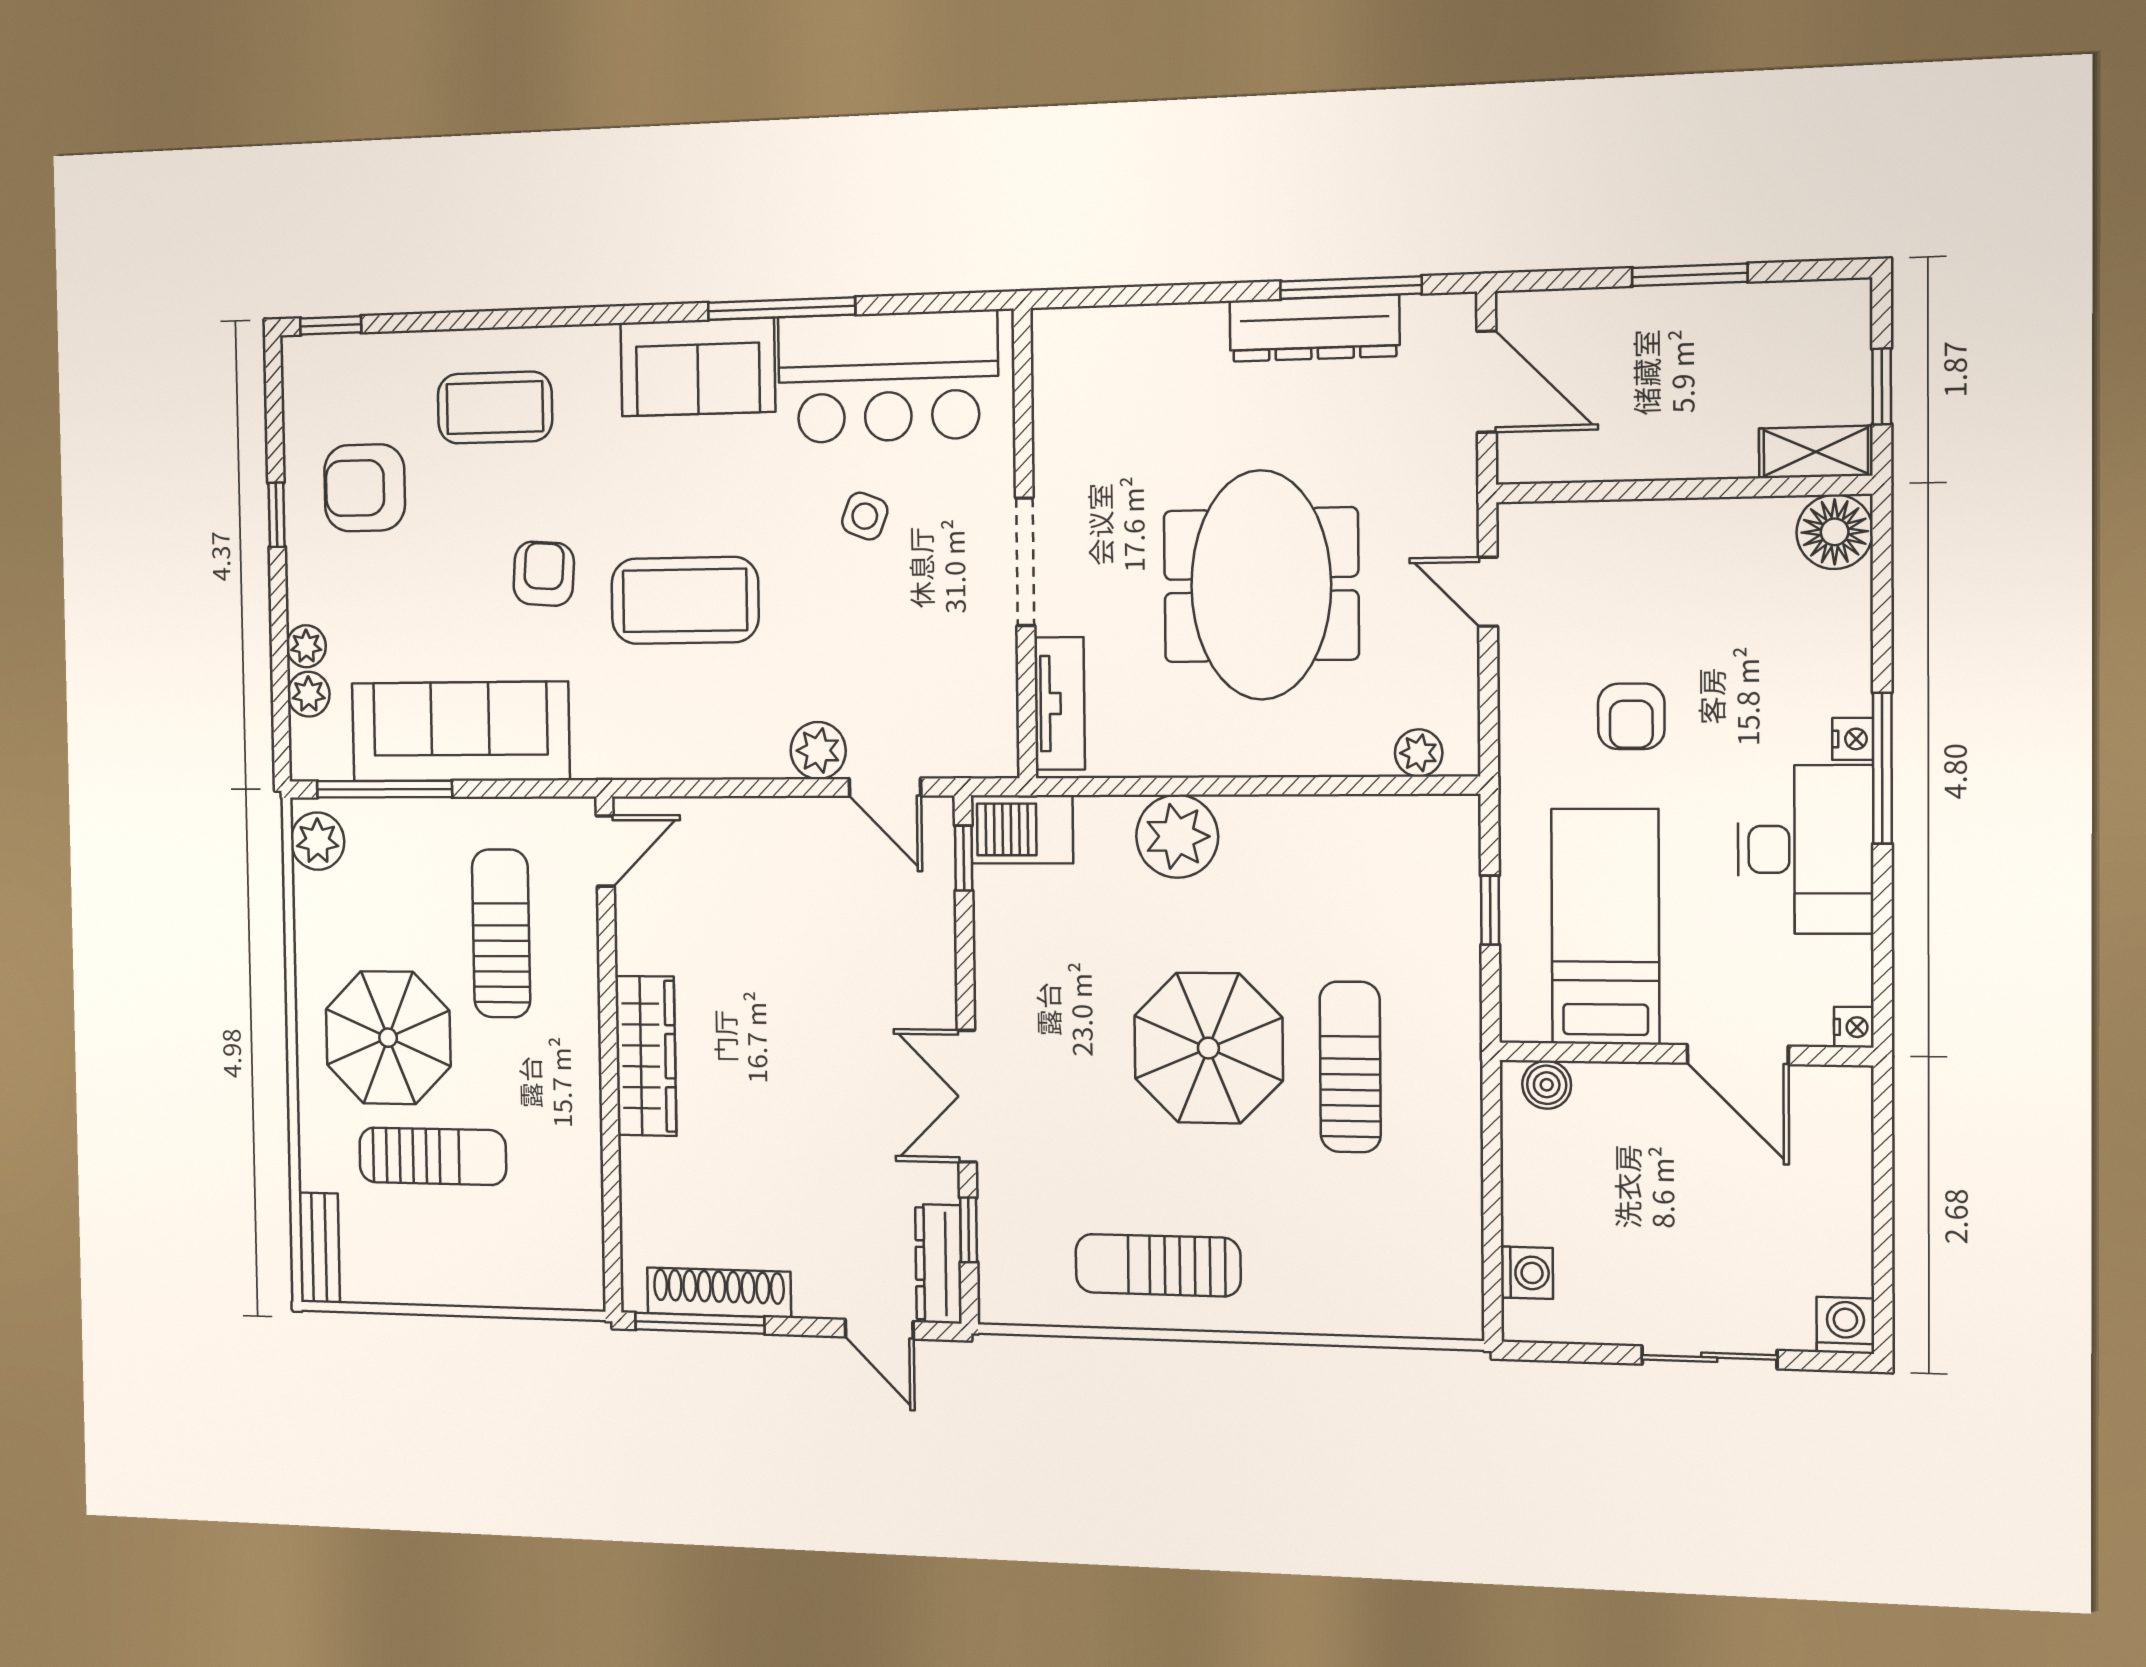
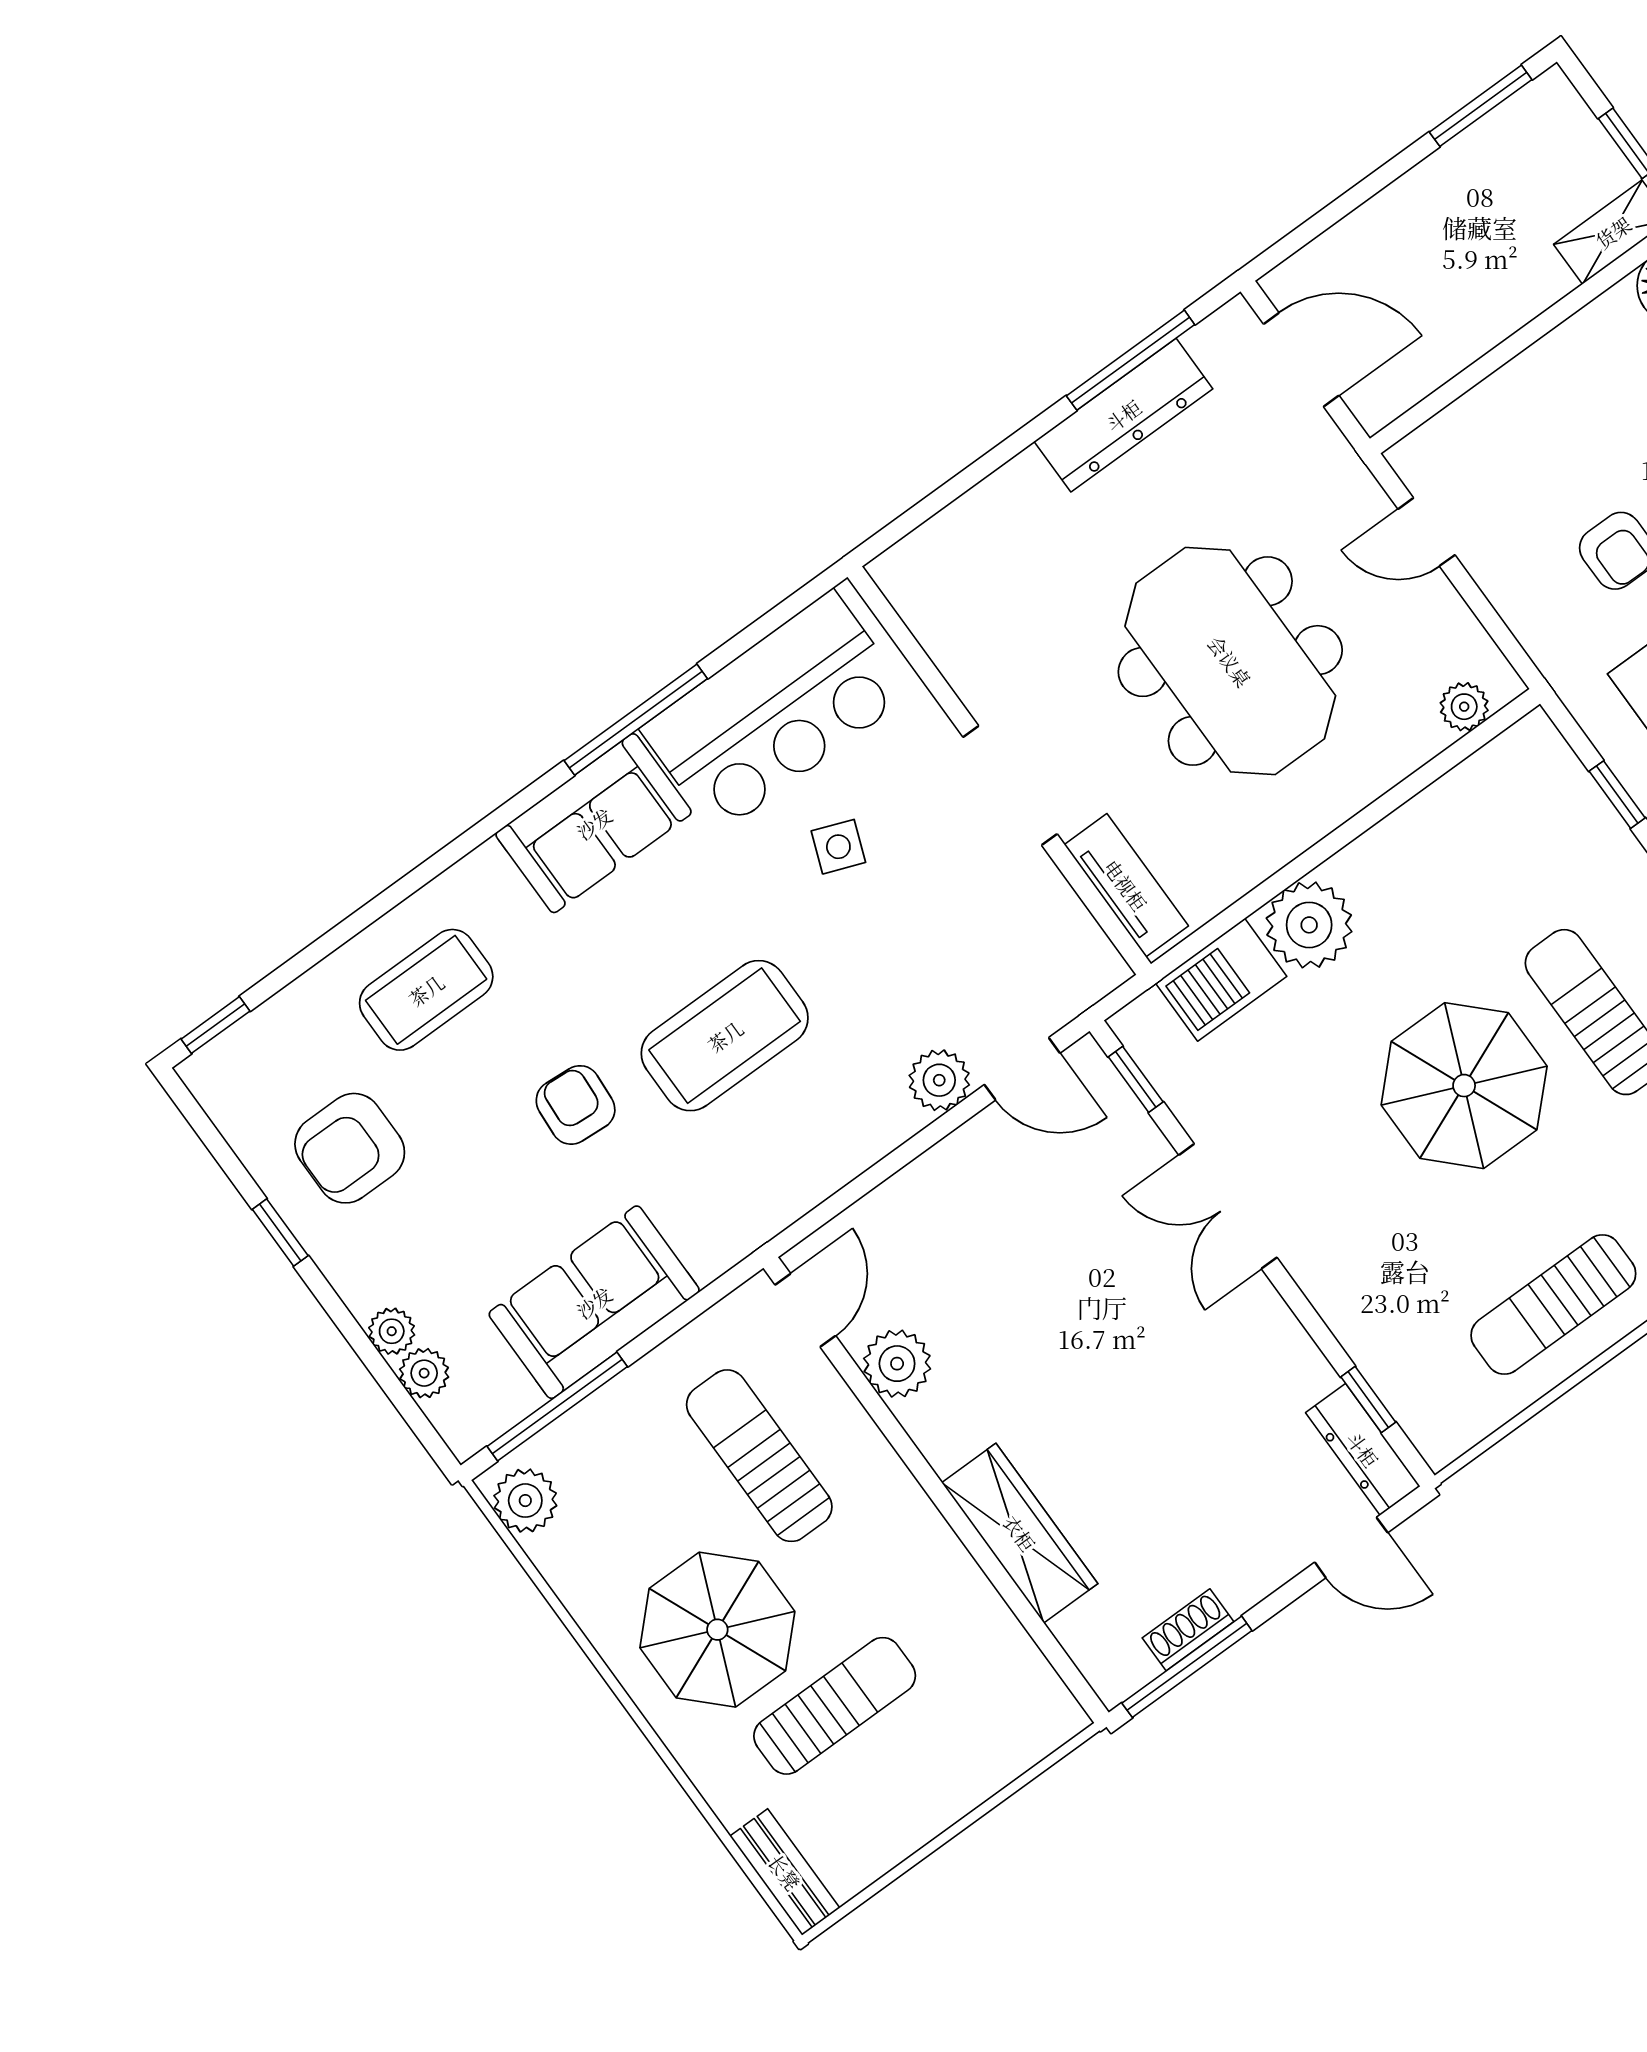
window: (1690, 275) -> (1481, 106), moved
sofa: (460, 732) -> (594, 1302), width x0.73
barbecue: (1022, 829) -> (1221, 980), moved
plant: (644, 940) -> (897, 1364), added
wardrobe: (646, 1056) -> (1020, 1533), moved
double door: (967, 1096) -> (1228, 1206), moved
shoe rack: (719, 1293) -> (1188, 1630), width x0.51, depth x0.81

